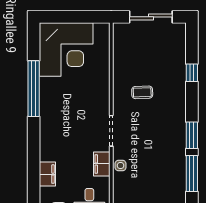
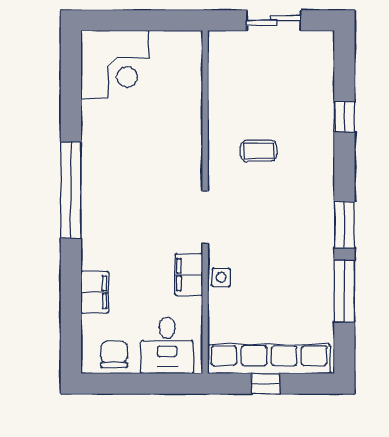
sliding door: (151, 17) -> (274, 20), width x0.73
corner desk: (66, 50) -> (115, 64), width x0.74, depth x0.74
window: (34, 89) -> (71, 190), moved

